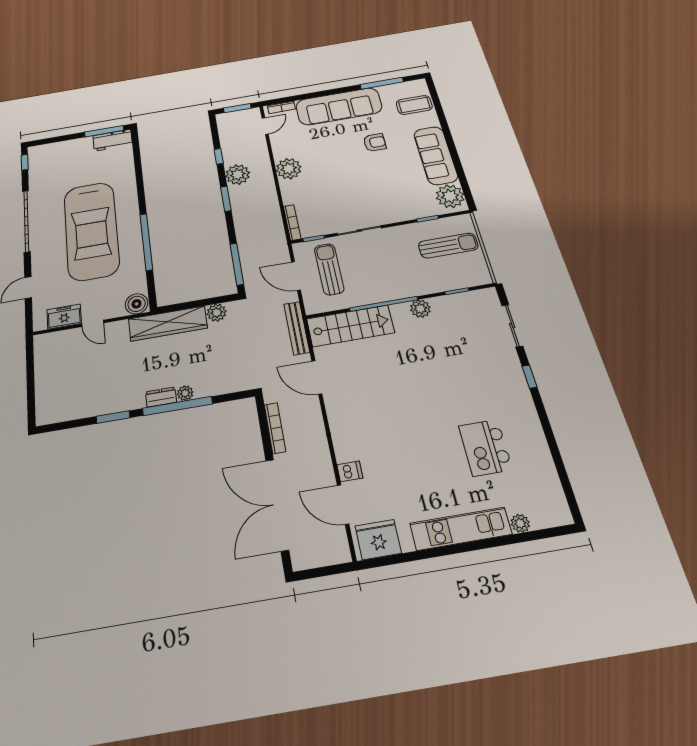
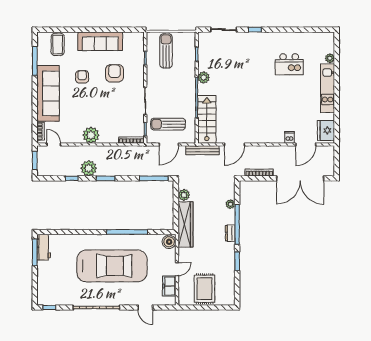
armchair: (392, 182) -> (114, 73), added
plant: (450, 196) -> (132, 41), removed
rug: (62, 372) -> (204, 289), added
plant: (185, 393) -> (230, 204), moved

